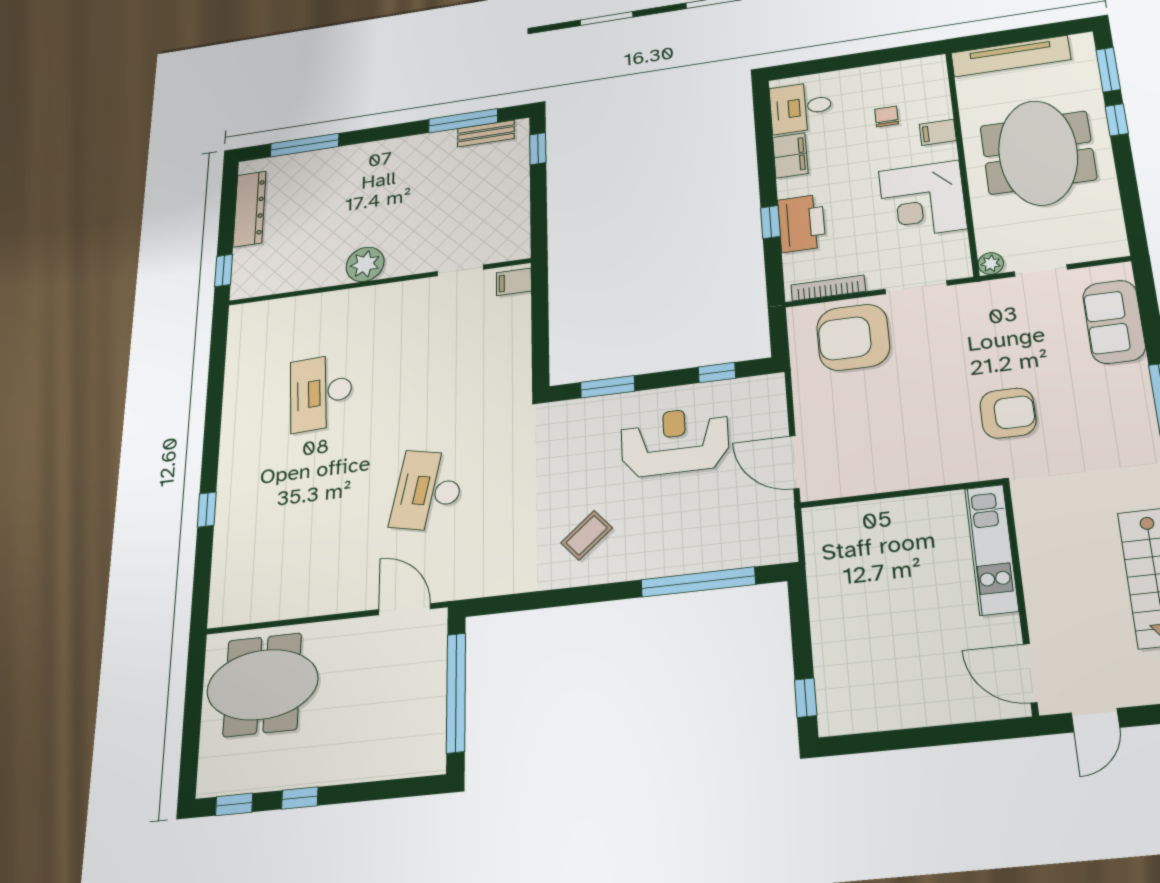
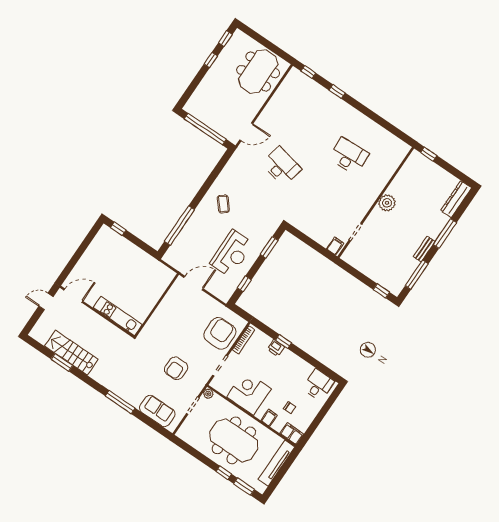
bench: (486, 133) -> (424, 249), moved
window: (305, 145) -> (445, 234), moved
filing cabinet: (790, 155) -> (292, 434), moved, turned 180
dresser: (249, 209) -> (456, 199), moved, turned 90
printer: (801, 223) -> (276, 348), width x0.53, depth x0.68
armchair: (1008, 413) -> (176, 368), moved
window: (201, 590) -> (308, 72), added
door: (1095, 720) -> (46, 301), hinge flipped

